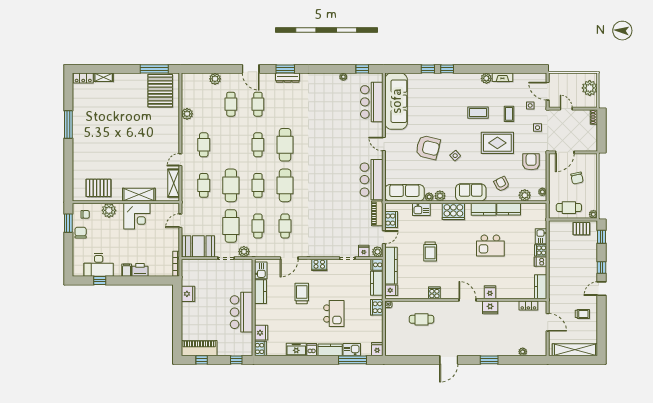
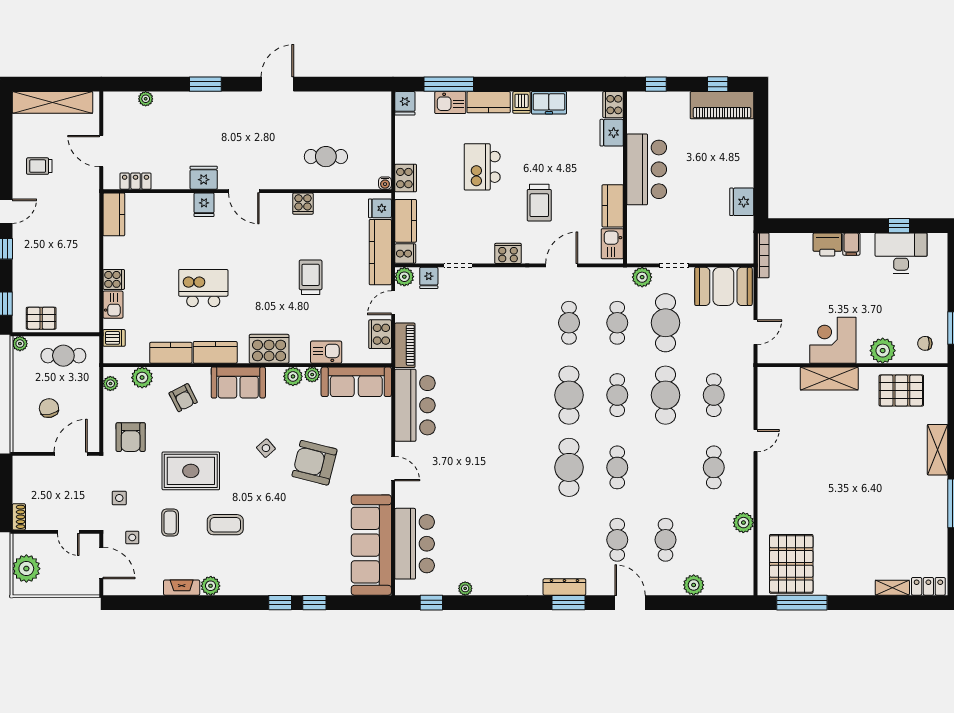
shelving: (174, 183) -> (938, 450), moved
chair: (81, 233) -> (933, 311), removed
dishwasher: (540, 262) -> (114, 338), moved

